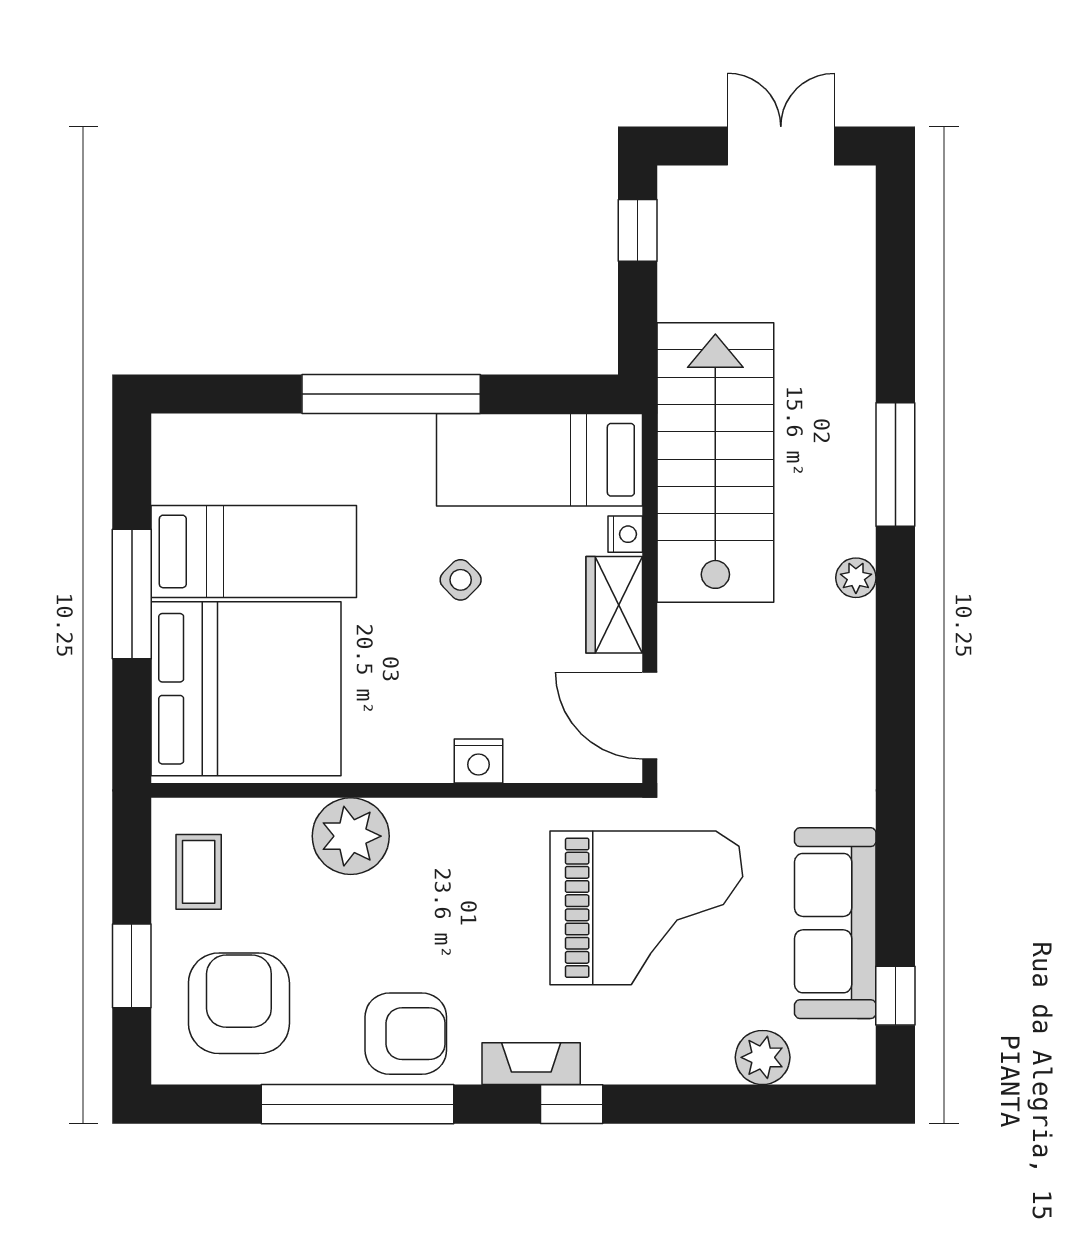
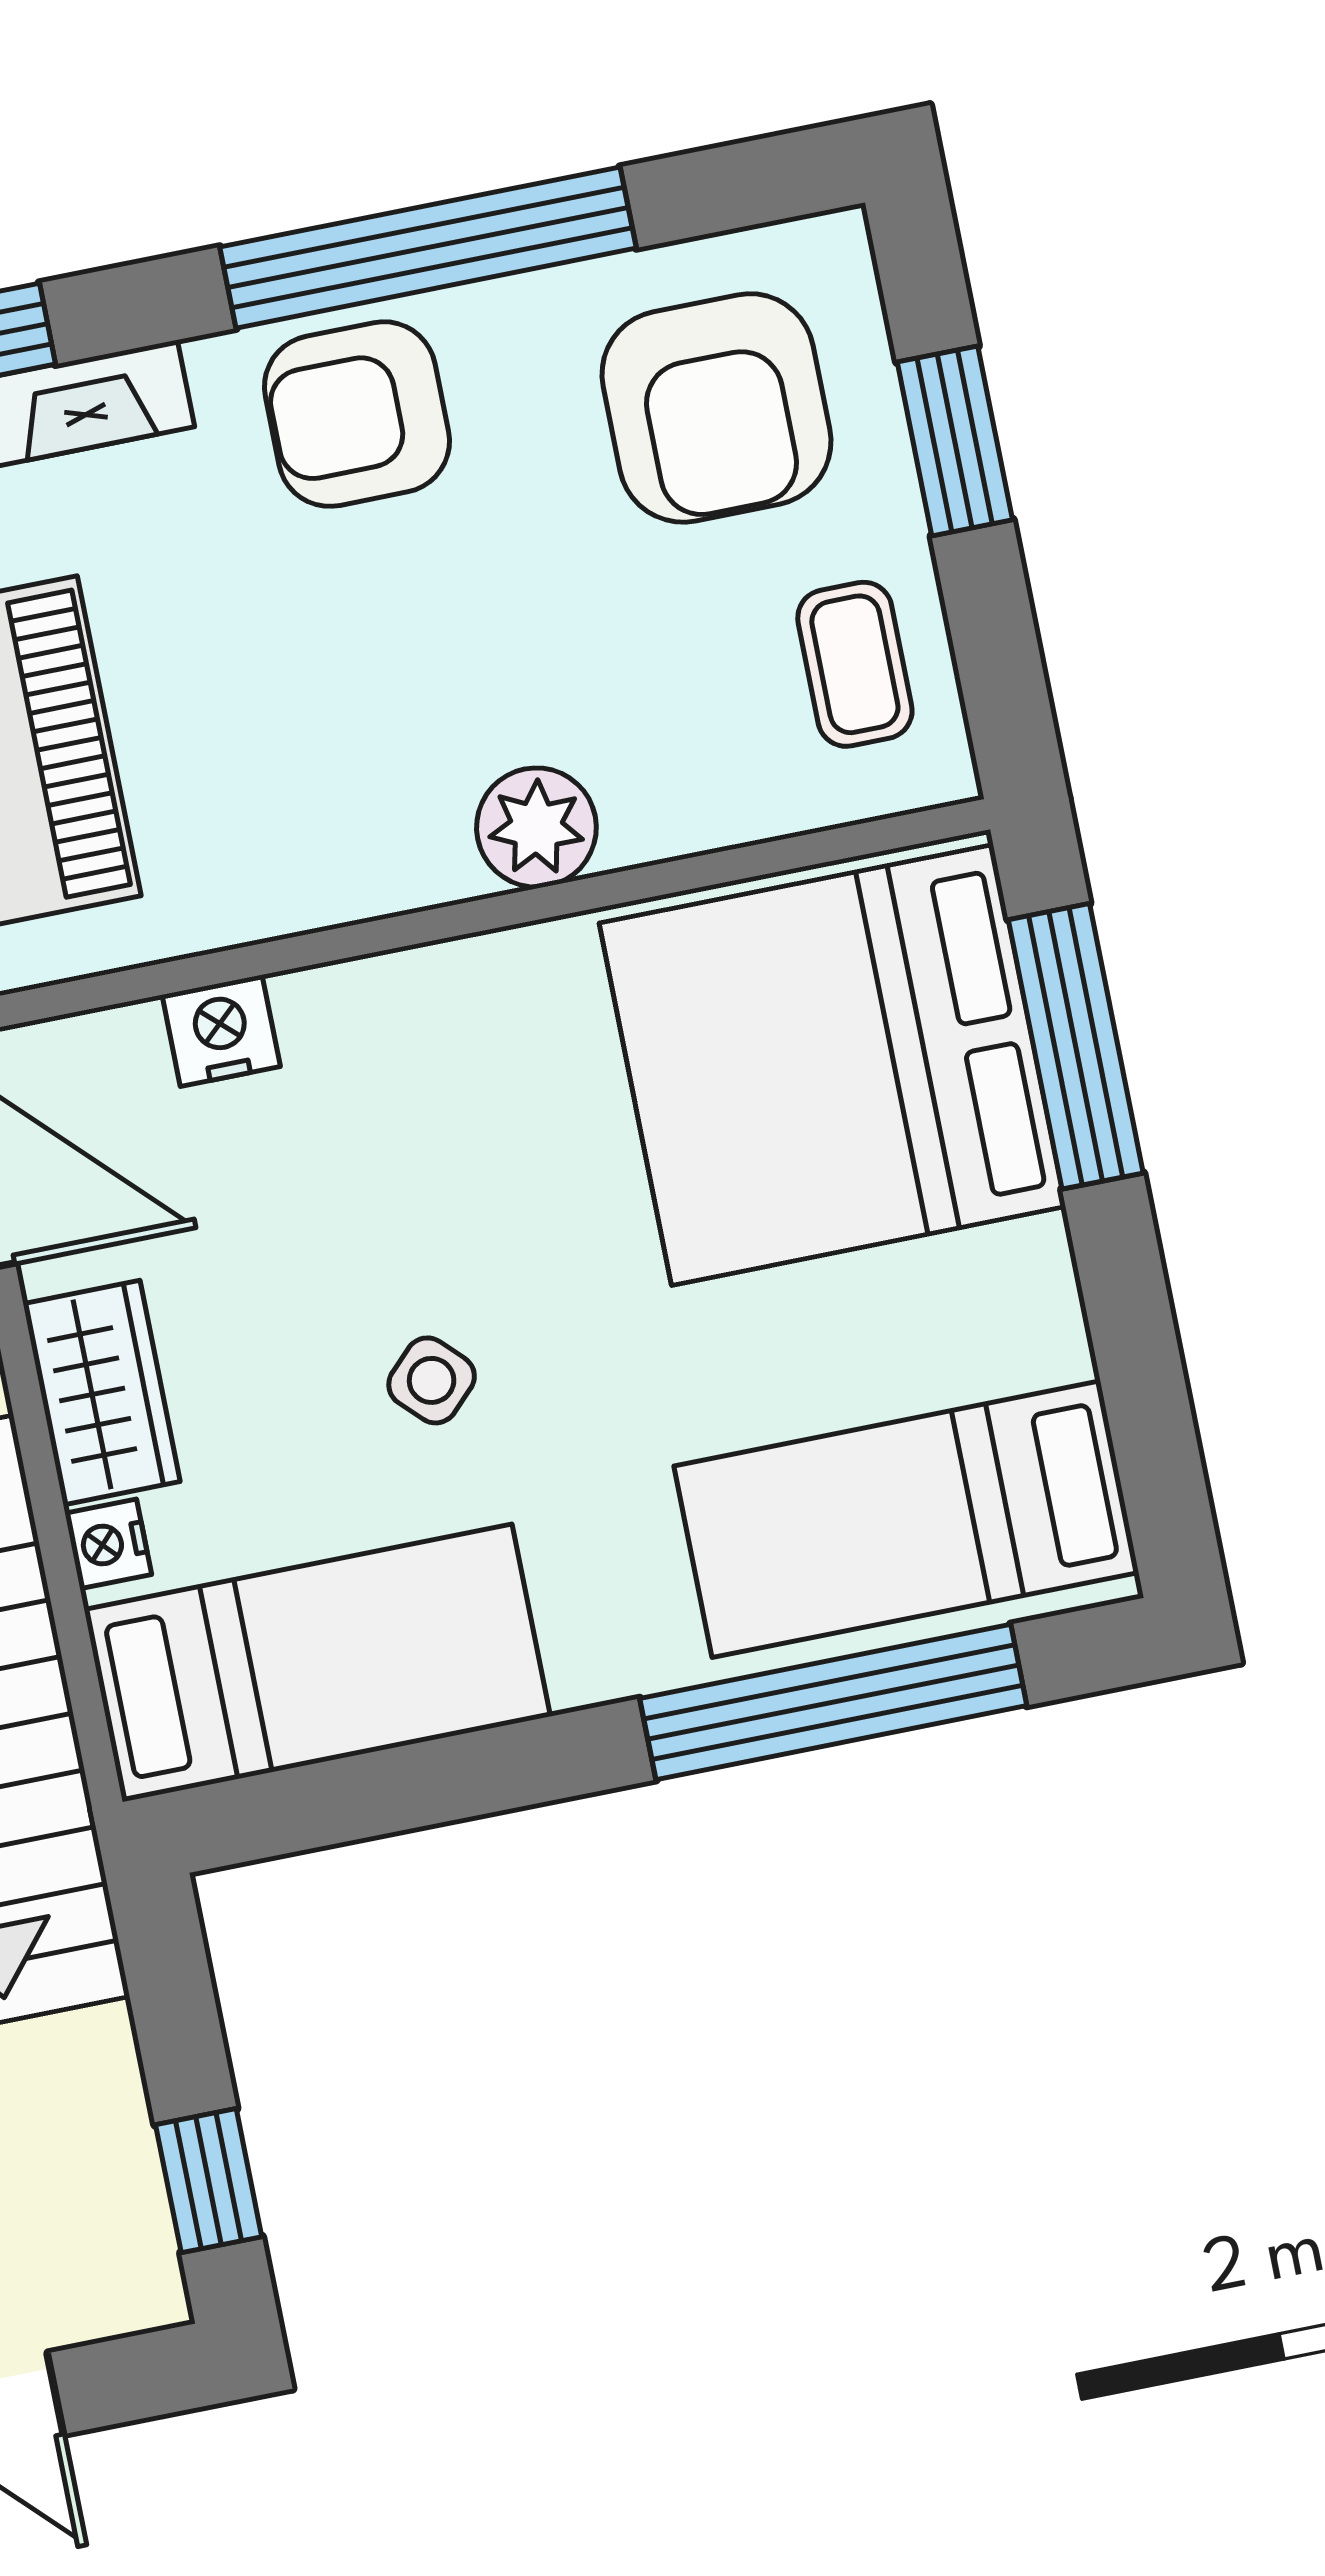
window: (391, 394) -> (833, 1702), moved
bed: (254, 551) -> (906, 1519), moved
window: (132, 594) -> (1076, 1046), moved
nightstand: (479, 761) -> (221, 1031), moved
plant: (351, 836) -> (536, 827), width x0.73, depth x0.73

